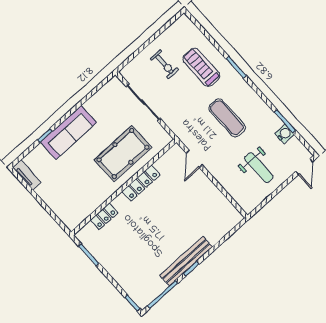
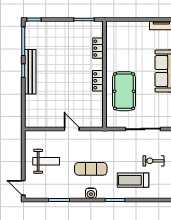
treadmill: (201, 67) -> (133, 180), turned 180
water cooler: (284, 134) -> (91, 193), moved
door: (194, 159) -> (72, 129), moved
weight bench: (259, 168) -> (46, 161), turned 180
locker: (141, 183) -> (98, 81), width x0.66

